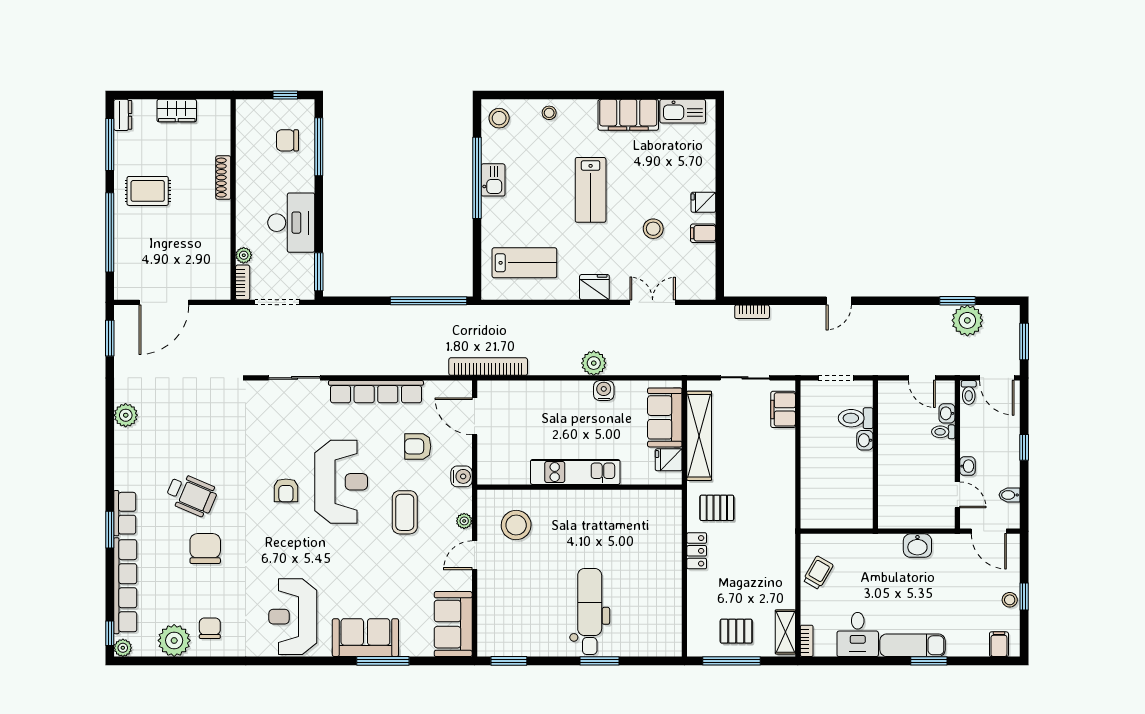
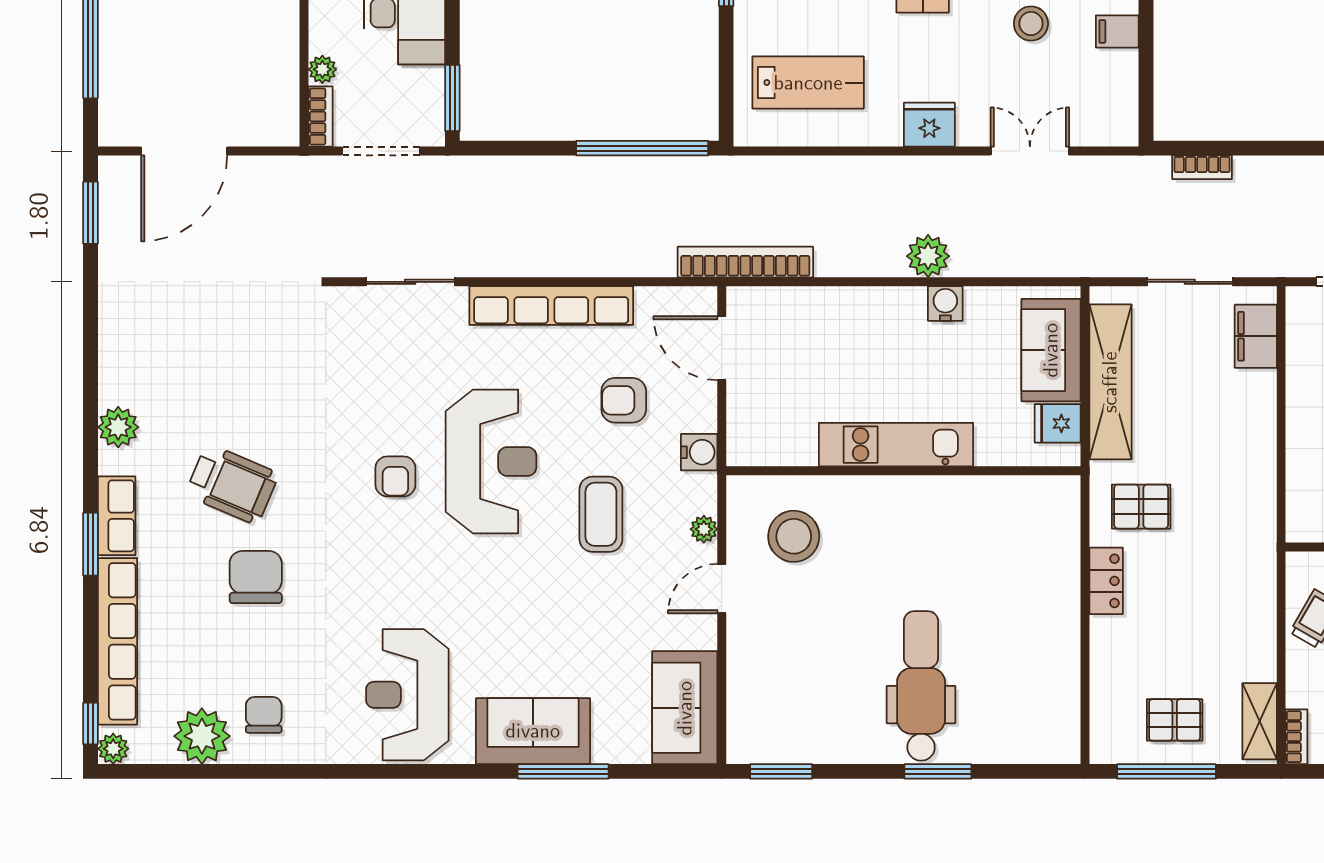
plant: (126, 415) -> (118, 427), moved

